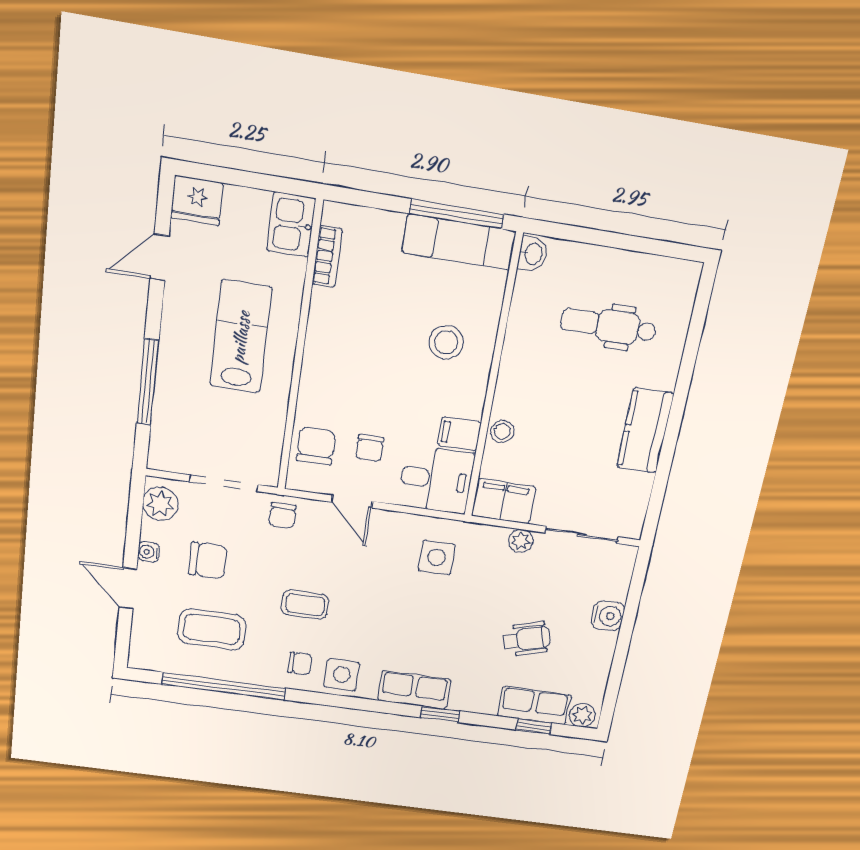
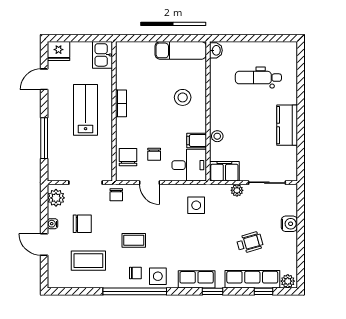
window: (456, 214) -> (177, 38), removed
bookcase: (327, 257) -> (121, 103), moved
window: (224, 686) -> (135, 291), moved
row of seats: (534, 706) -> (252, 279), width x1.48

